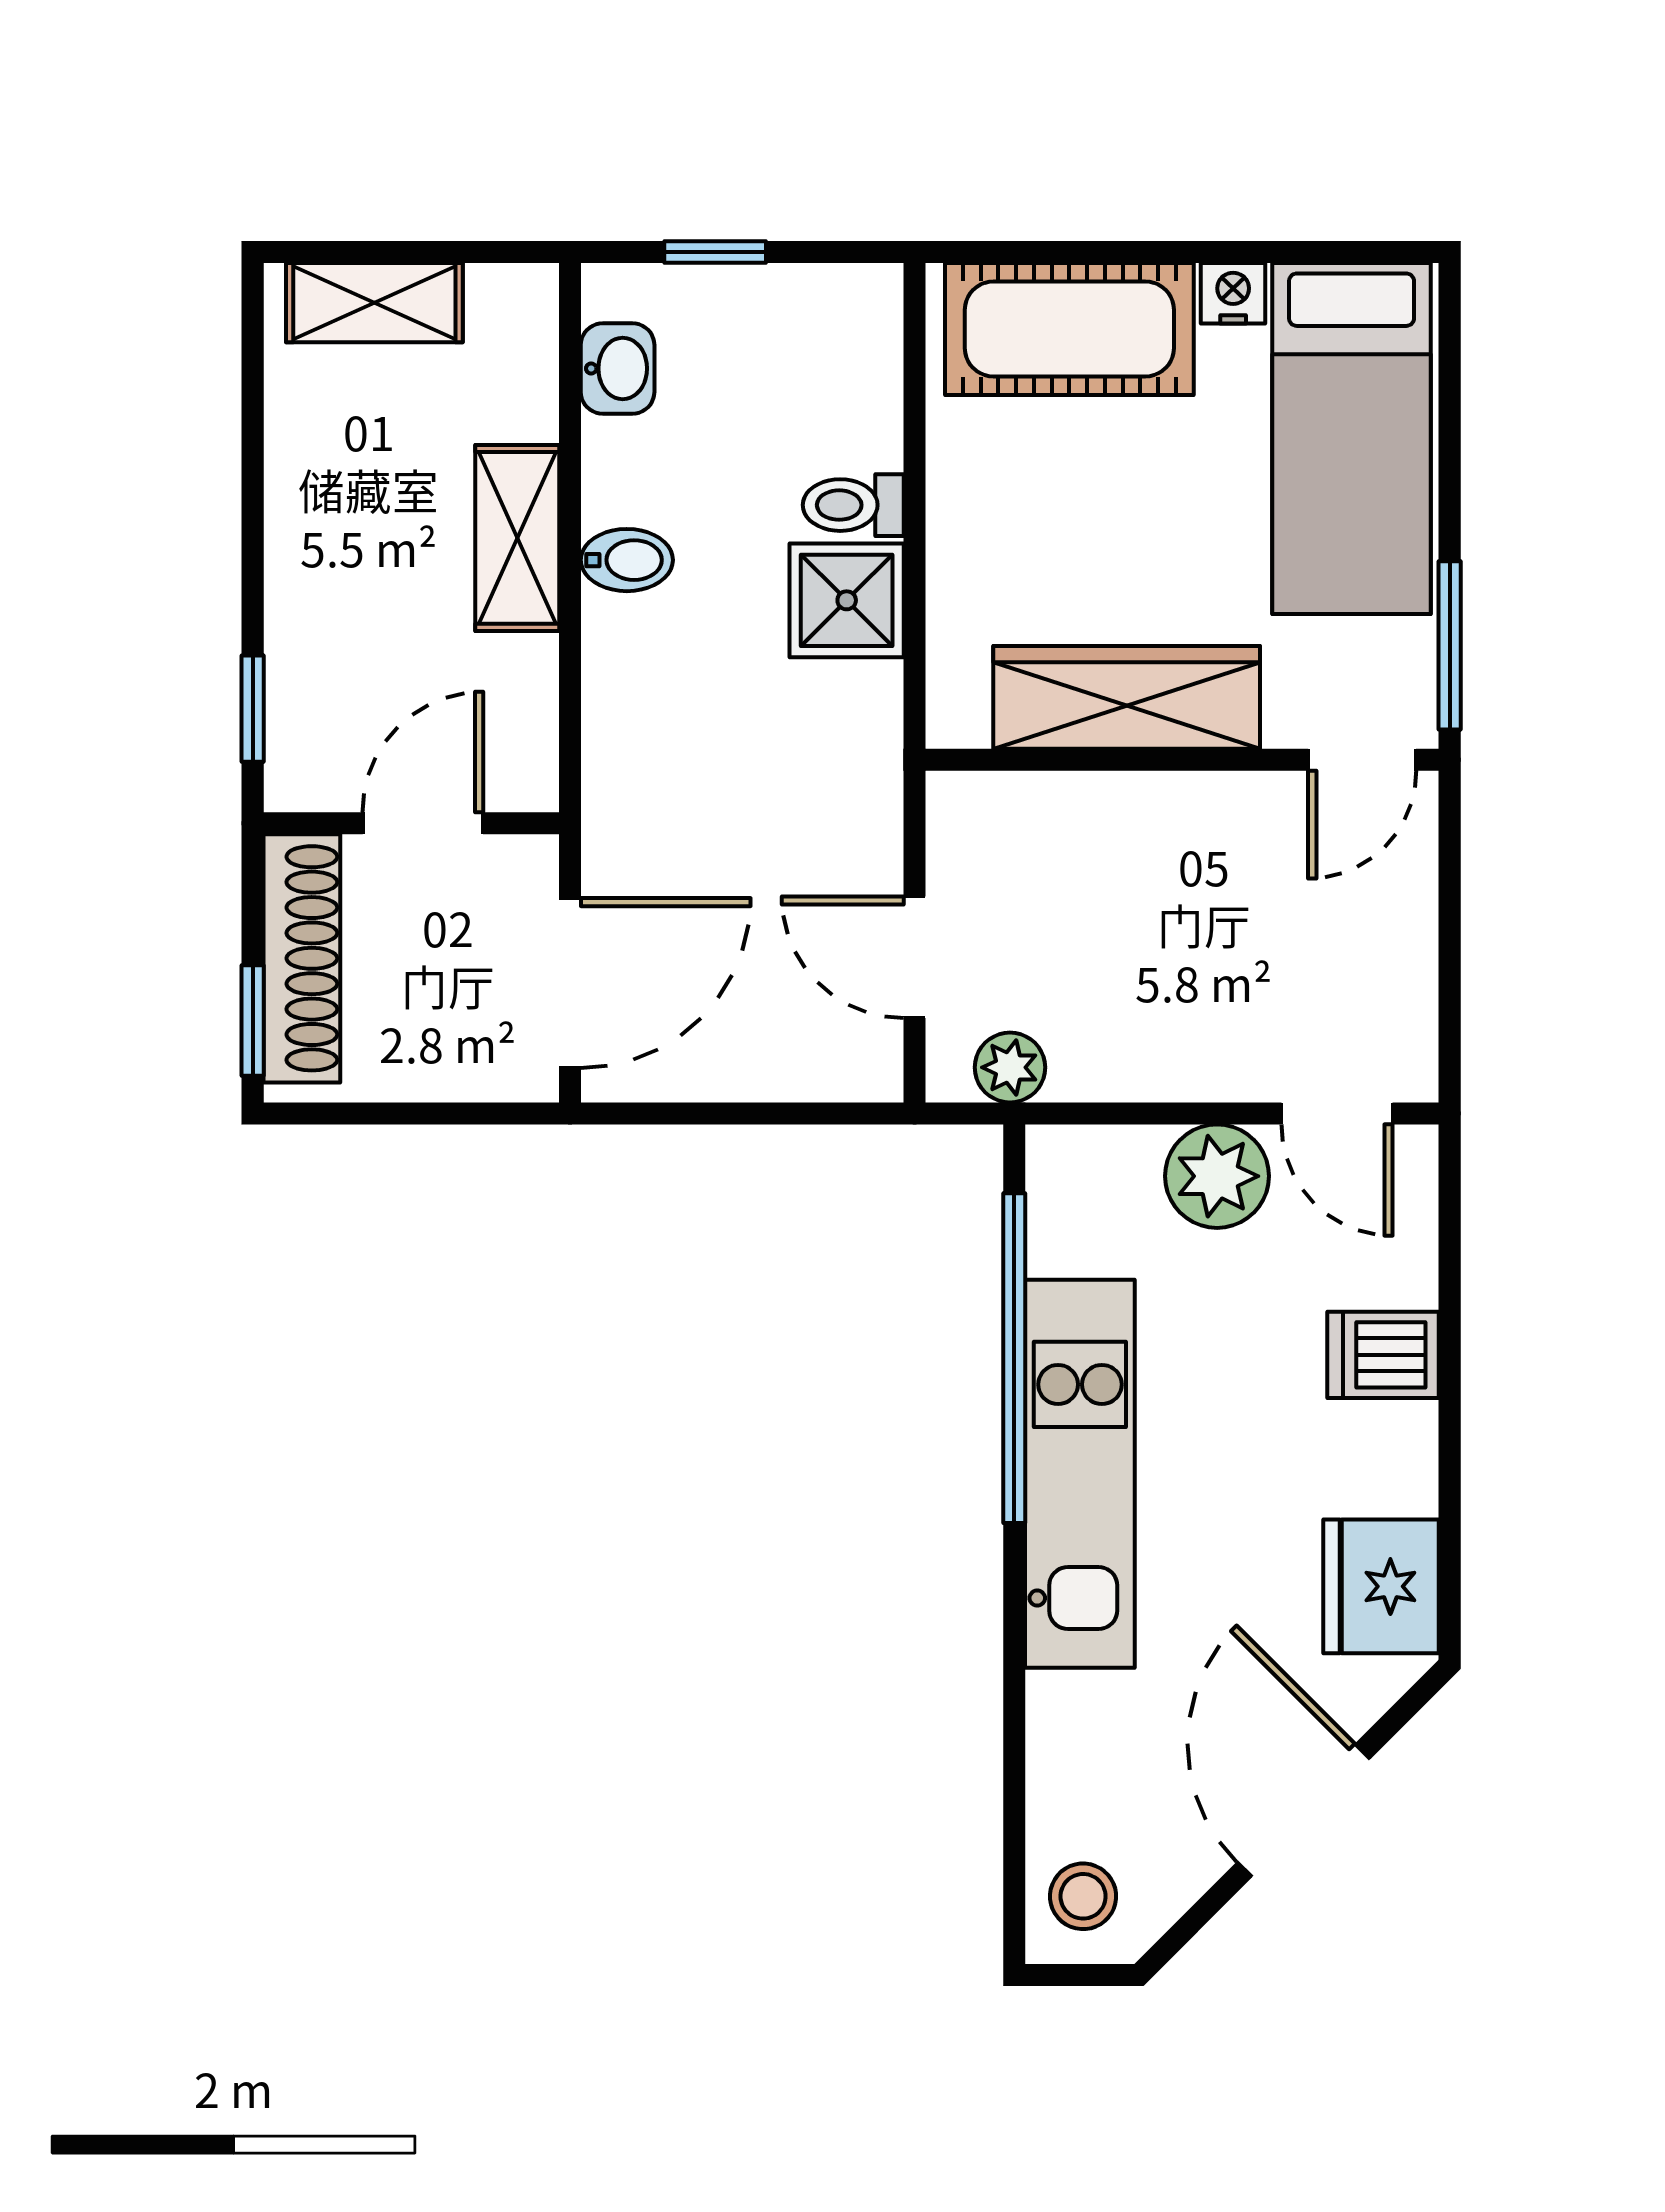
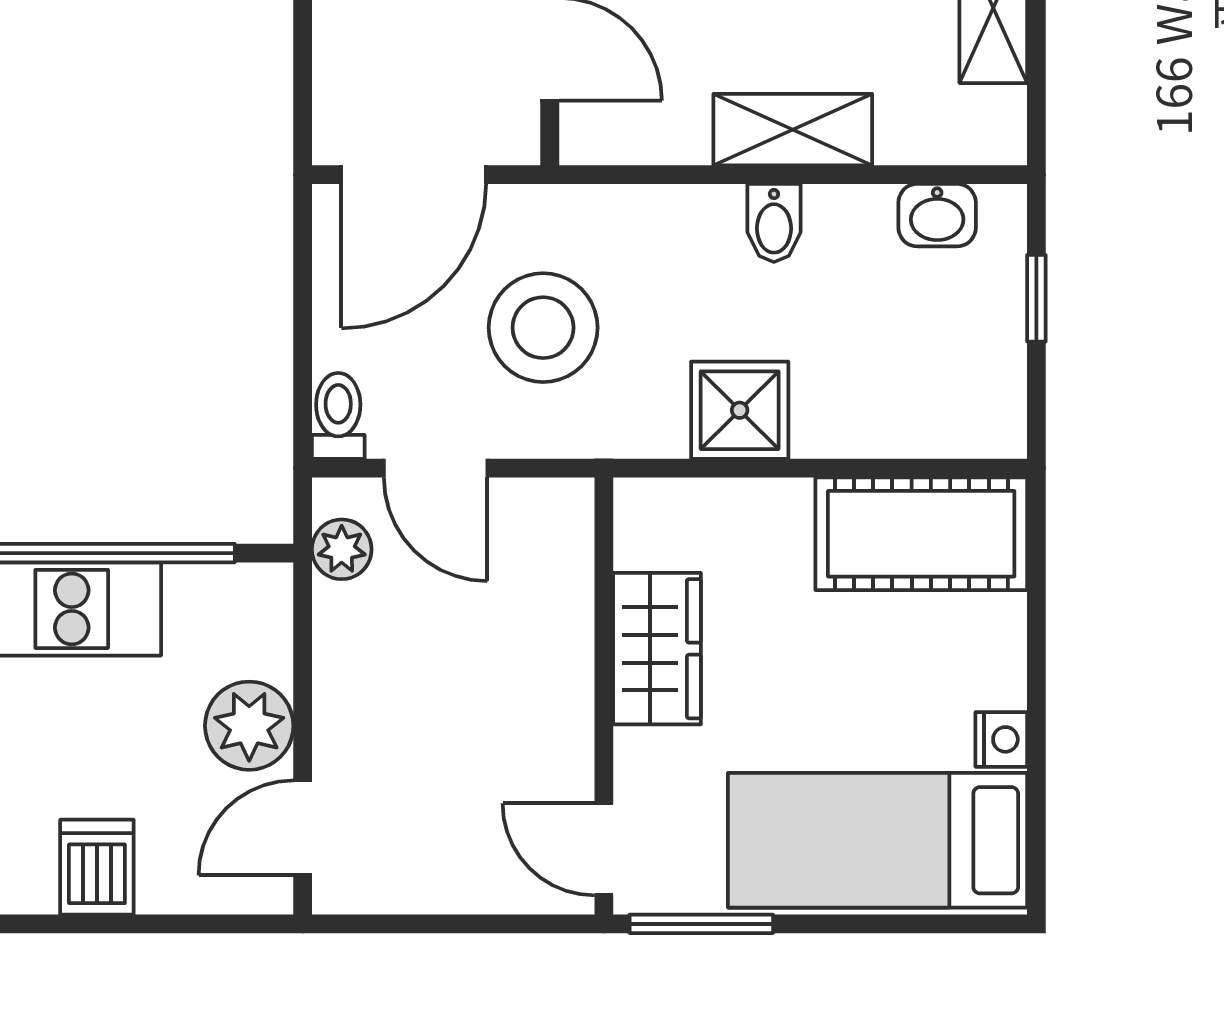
cot: (1069, 329) -> (921, 534), moved, turned 90
toilet: (853, 505) -> (338, 416), moved
wardrobe: (1127, 697) -> (657, 649), width x0.67
stool: (750, 831) -> (543, 328), added
door: (915, 957) -> (436, 468), swing flipped
door: (570, 983) -> (414, 175), hinge flipped

